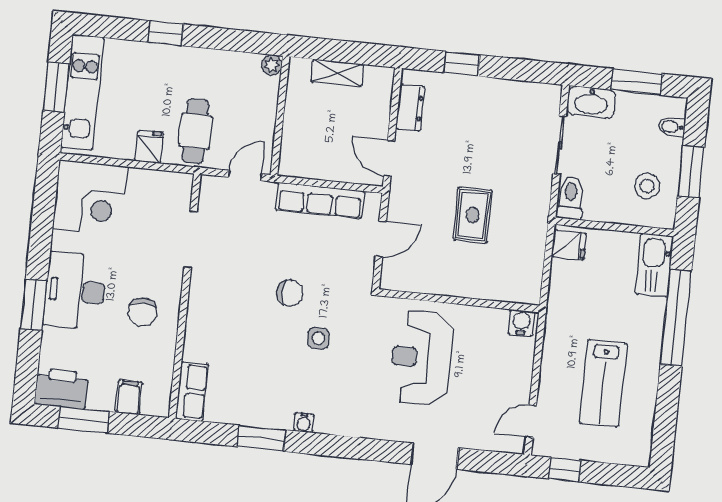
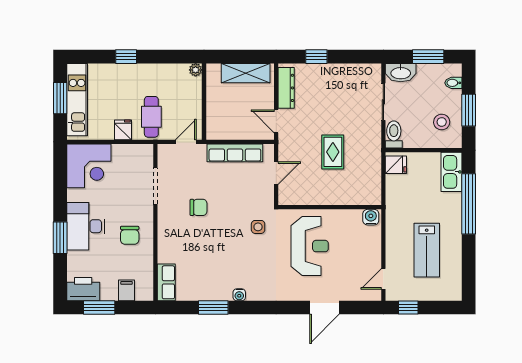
shelving: (337, 73) -> (246, 73), width x1.50, depth x1.33
dresser: (410, 108) -> (286, 88), width x1.44
chair: (290, 293) -> (198, 207), moved
side table: (318, 338) -> (258, 227), moved
reception desk: (421, 358) -> (310, 246), turned 180

